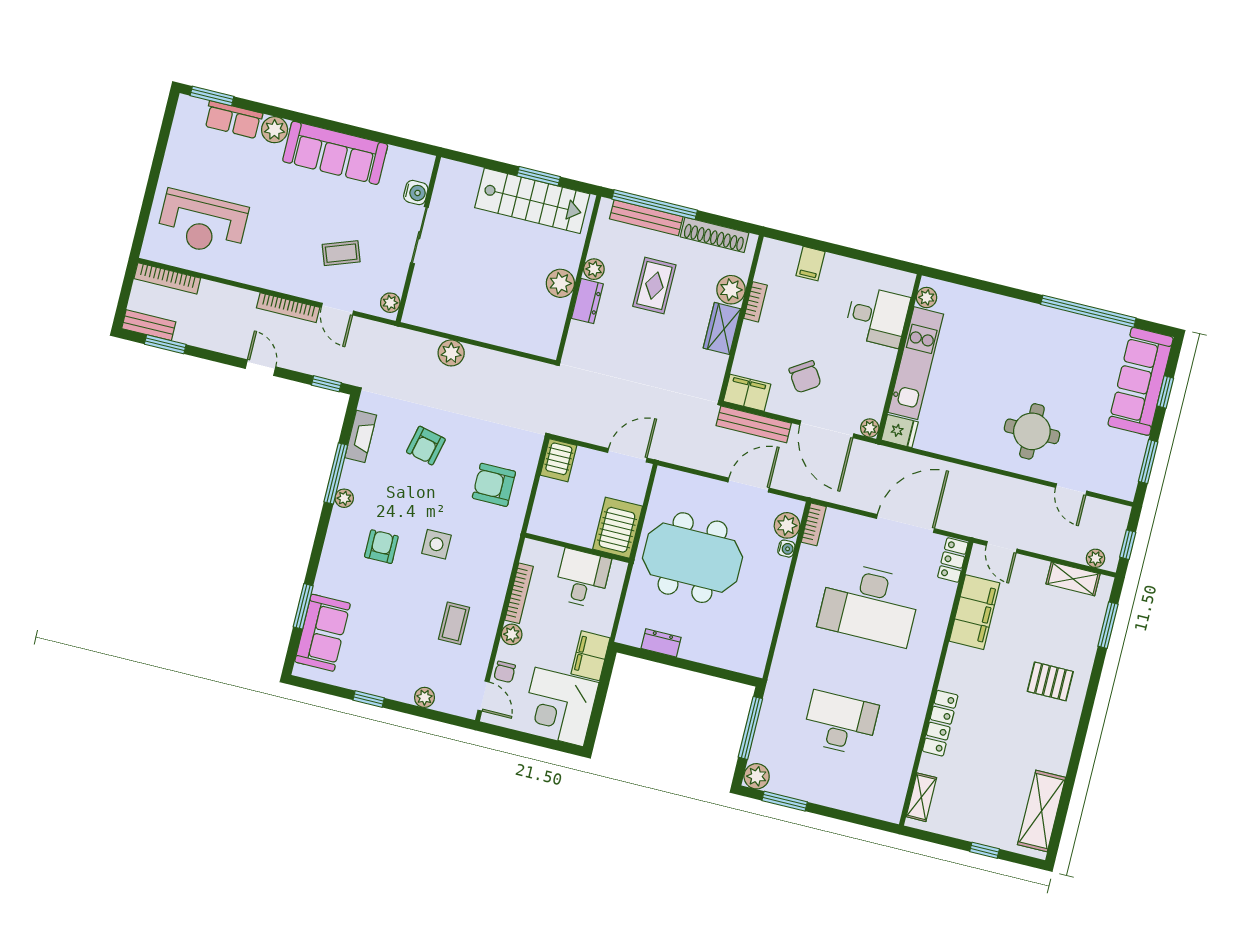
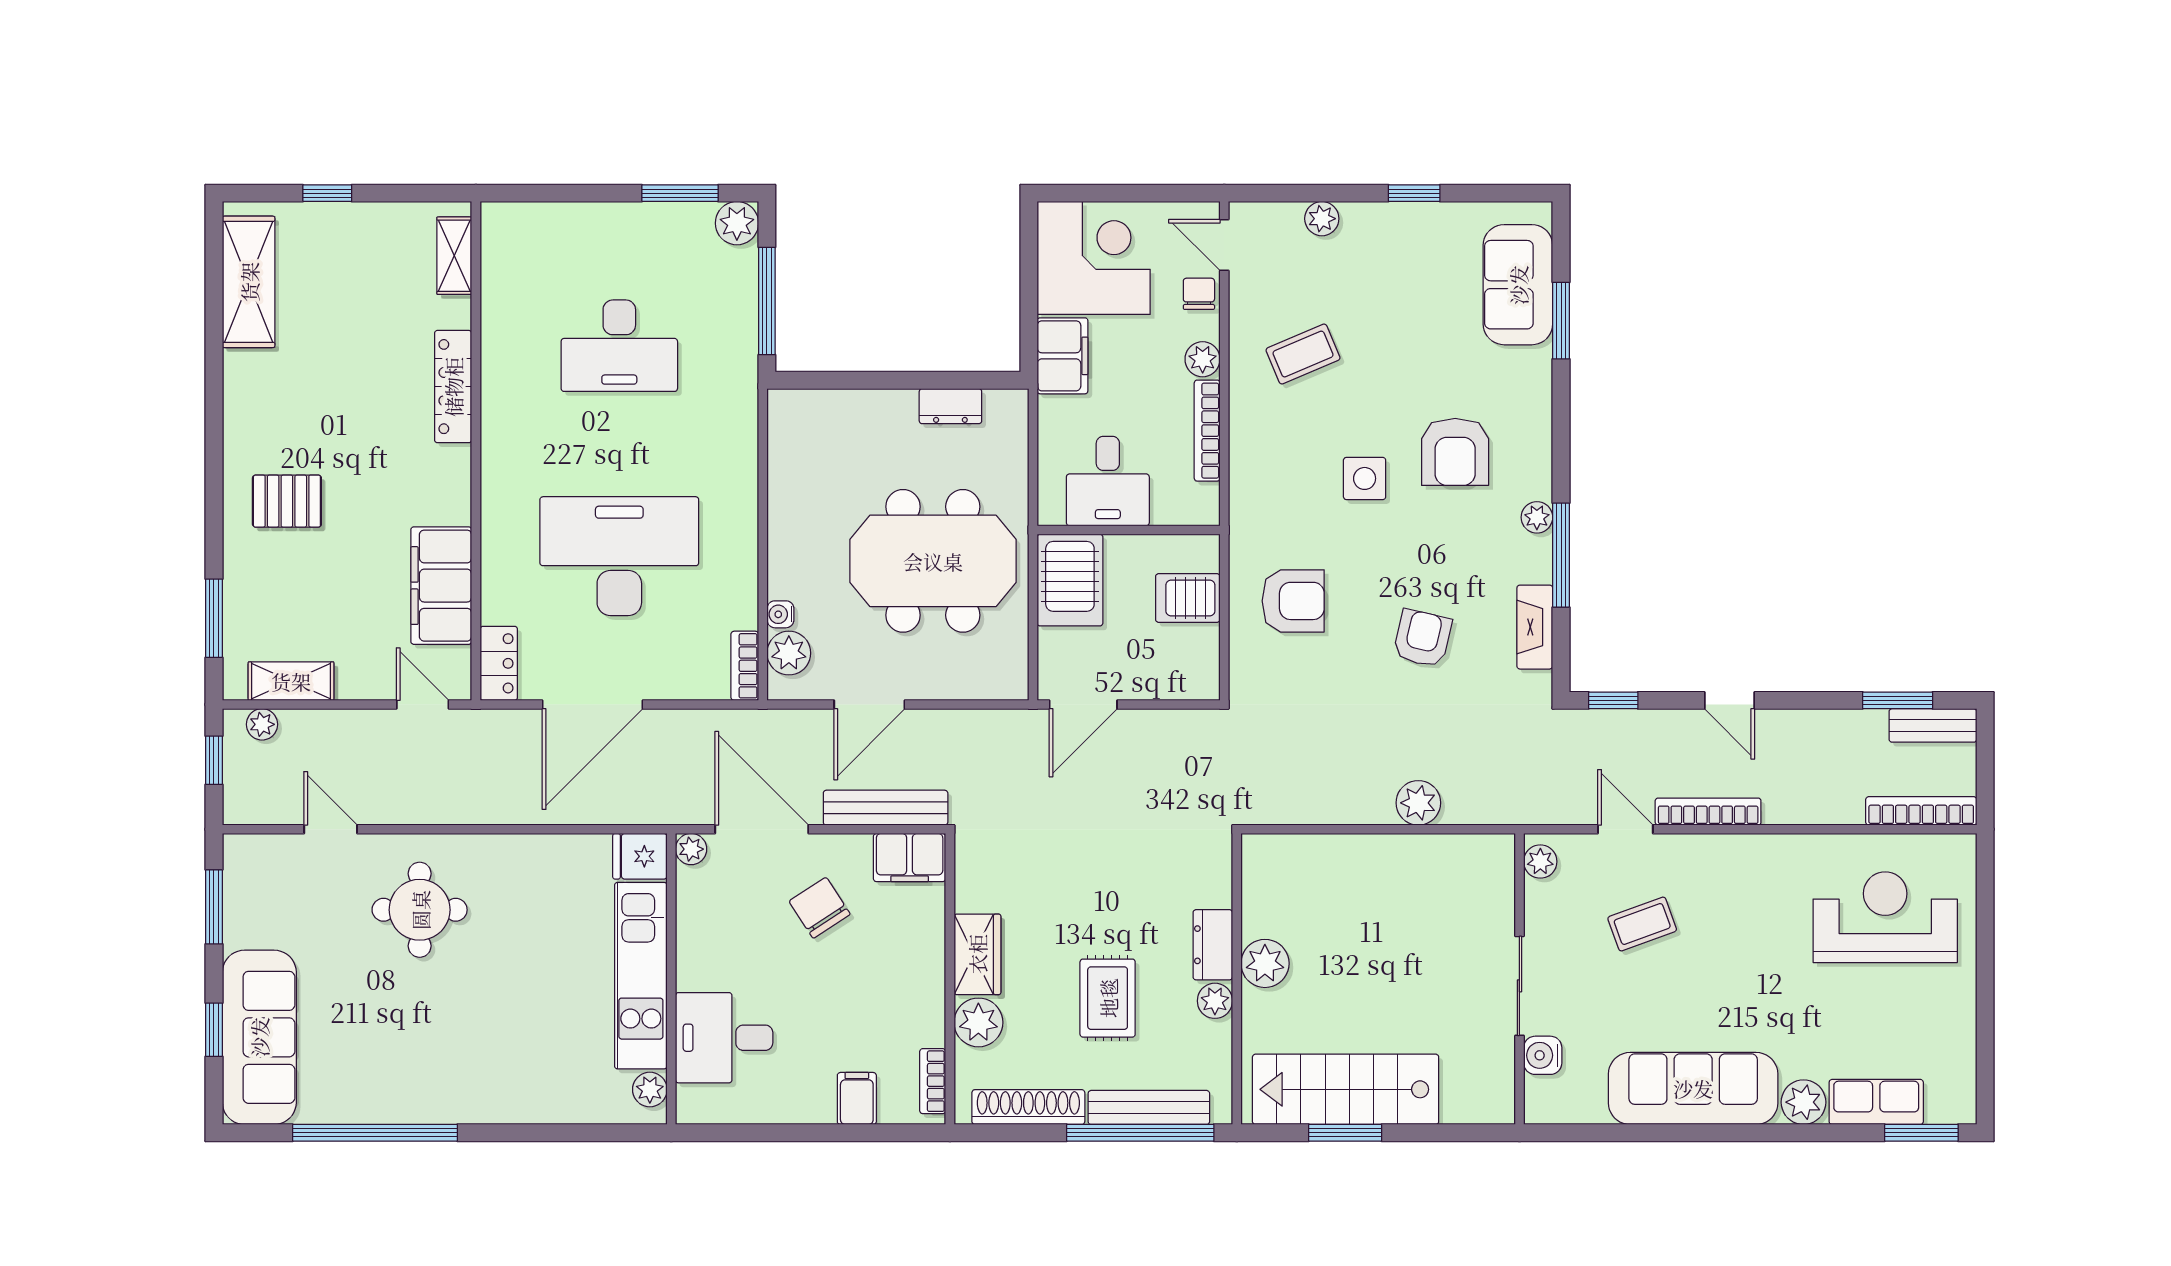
bookcase: (755, 302) -> (933, 1081), moved
server rack: (558, 460) -> (1188, 598), moved, turned -90
armchair: (381, 547) -> (1455, 452), width x1.38, depth x1.38
coffee table: (454, 623) -> (1303, 354), turned 67

